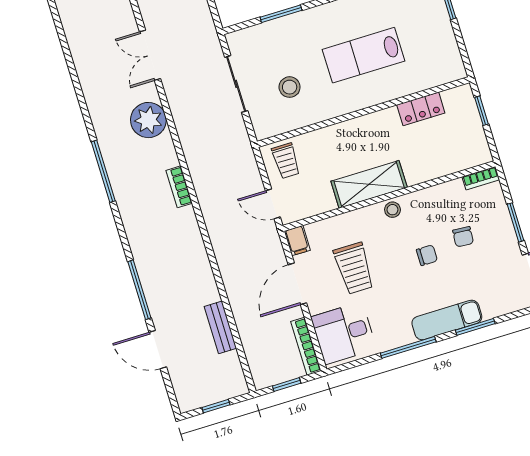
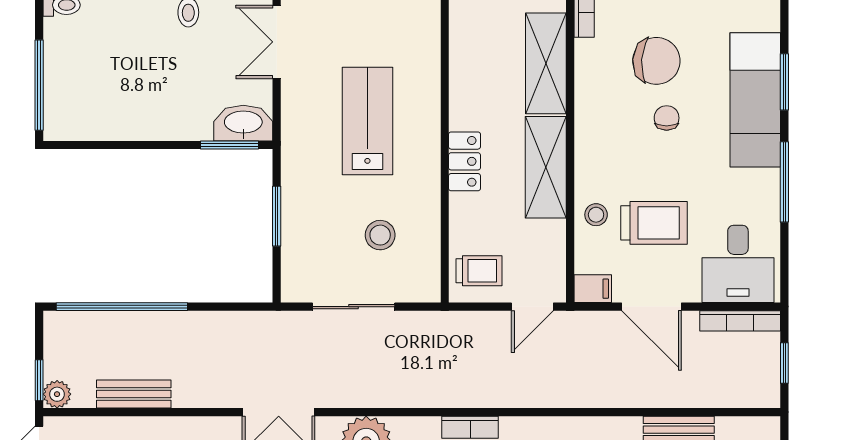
lab bench: (364, 55) -> (367, 121), turned 180
locker: (421, 109) -> (464, 161), moved
shelving: (439, 163) -> (546, 63), added
stool: (392, 210) -> (596, 215), moved
chair: (463, 237) -> (656, 61), width x1.87, depth x1.87
exam couch: (447, 320) -> (755, 100), width x1.36, depth x1.45

